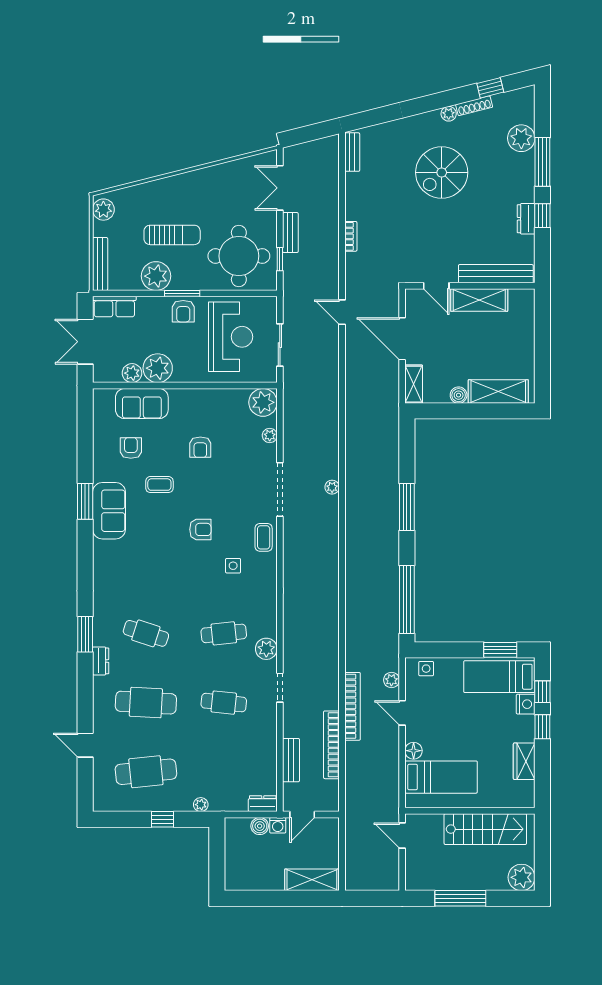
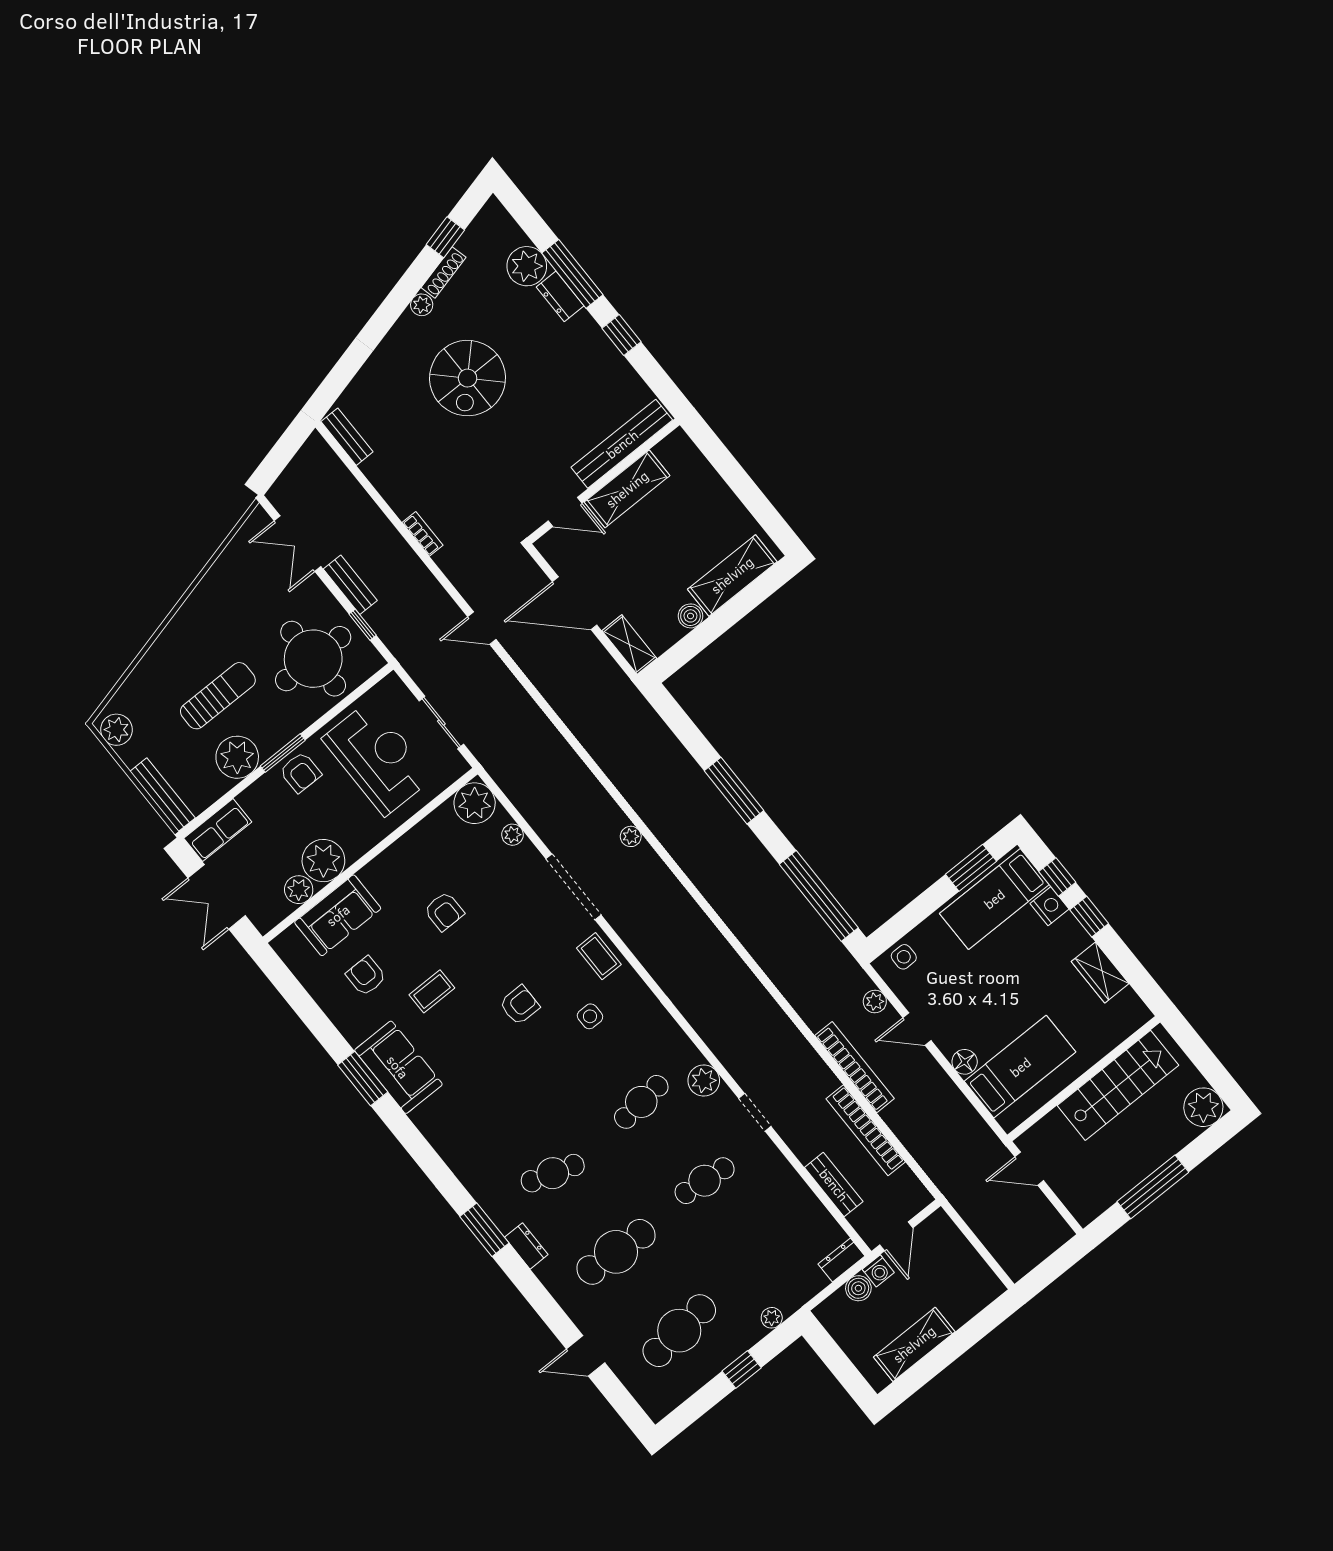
dresser: (526, 219) -> (560, 296), moved
shelving: (312, 880) -> (914, 1344), moved

